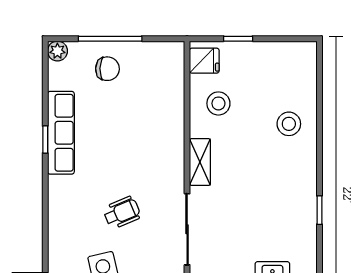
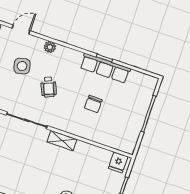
plant: (57, 51) -> (50, 47), moved
chair: (107, 69) -> (93, 104), moved
stool: (218, 103) -> (91, 162), removed

